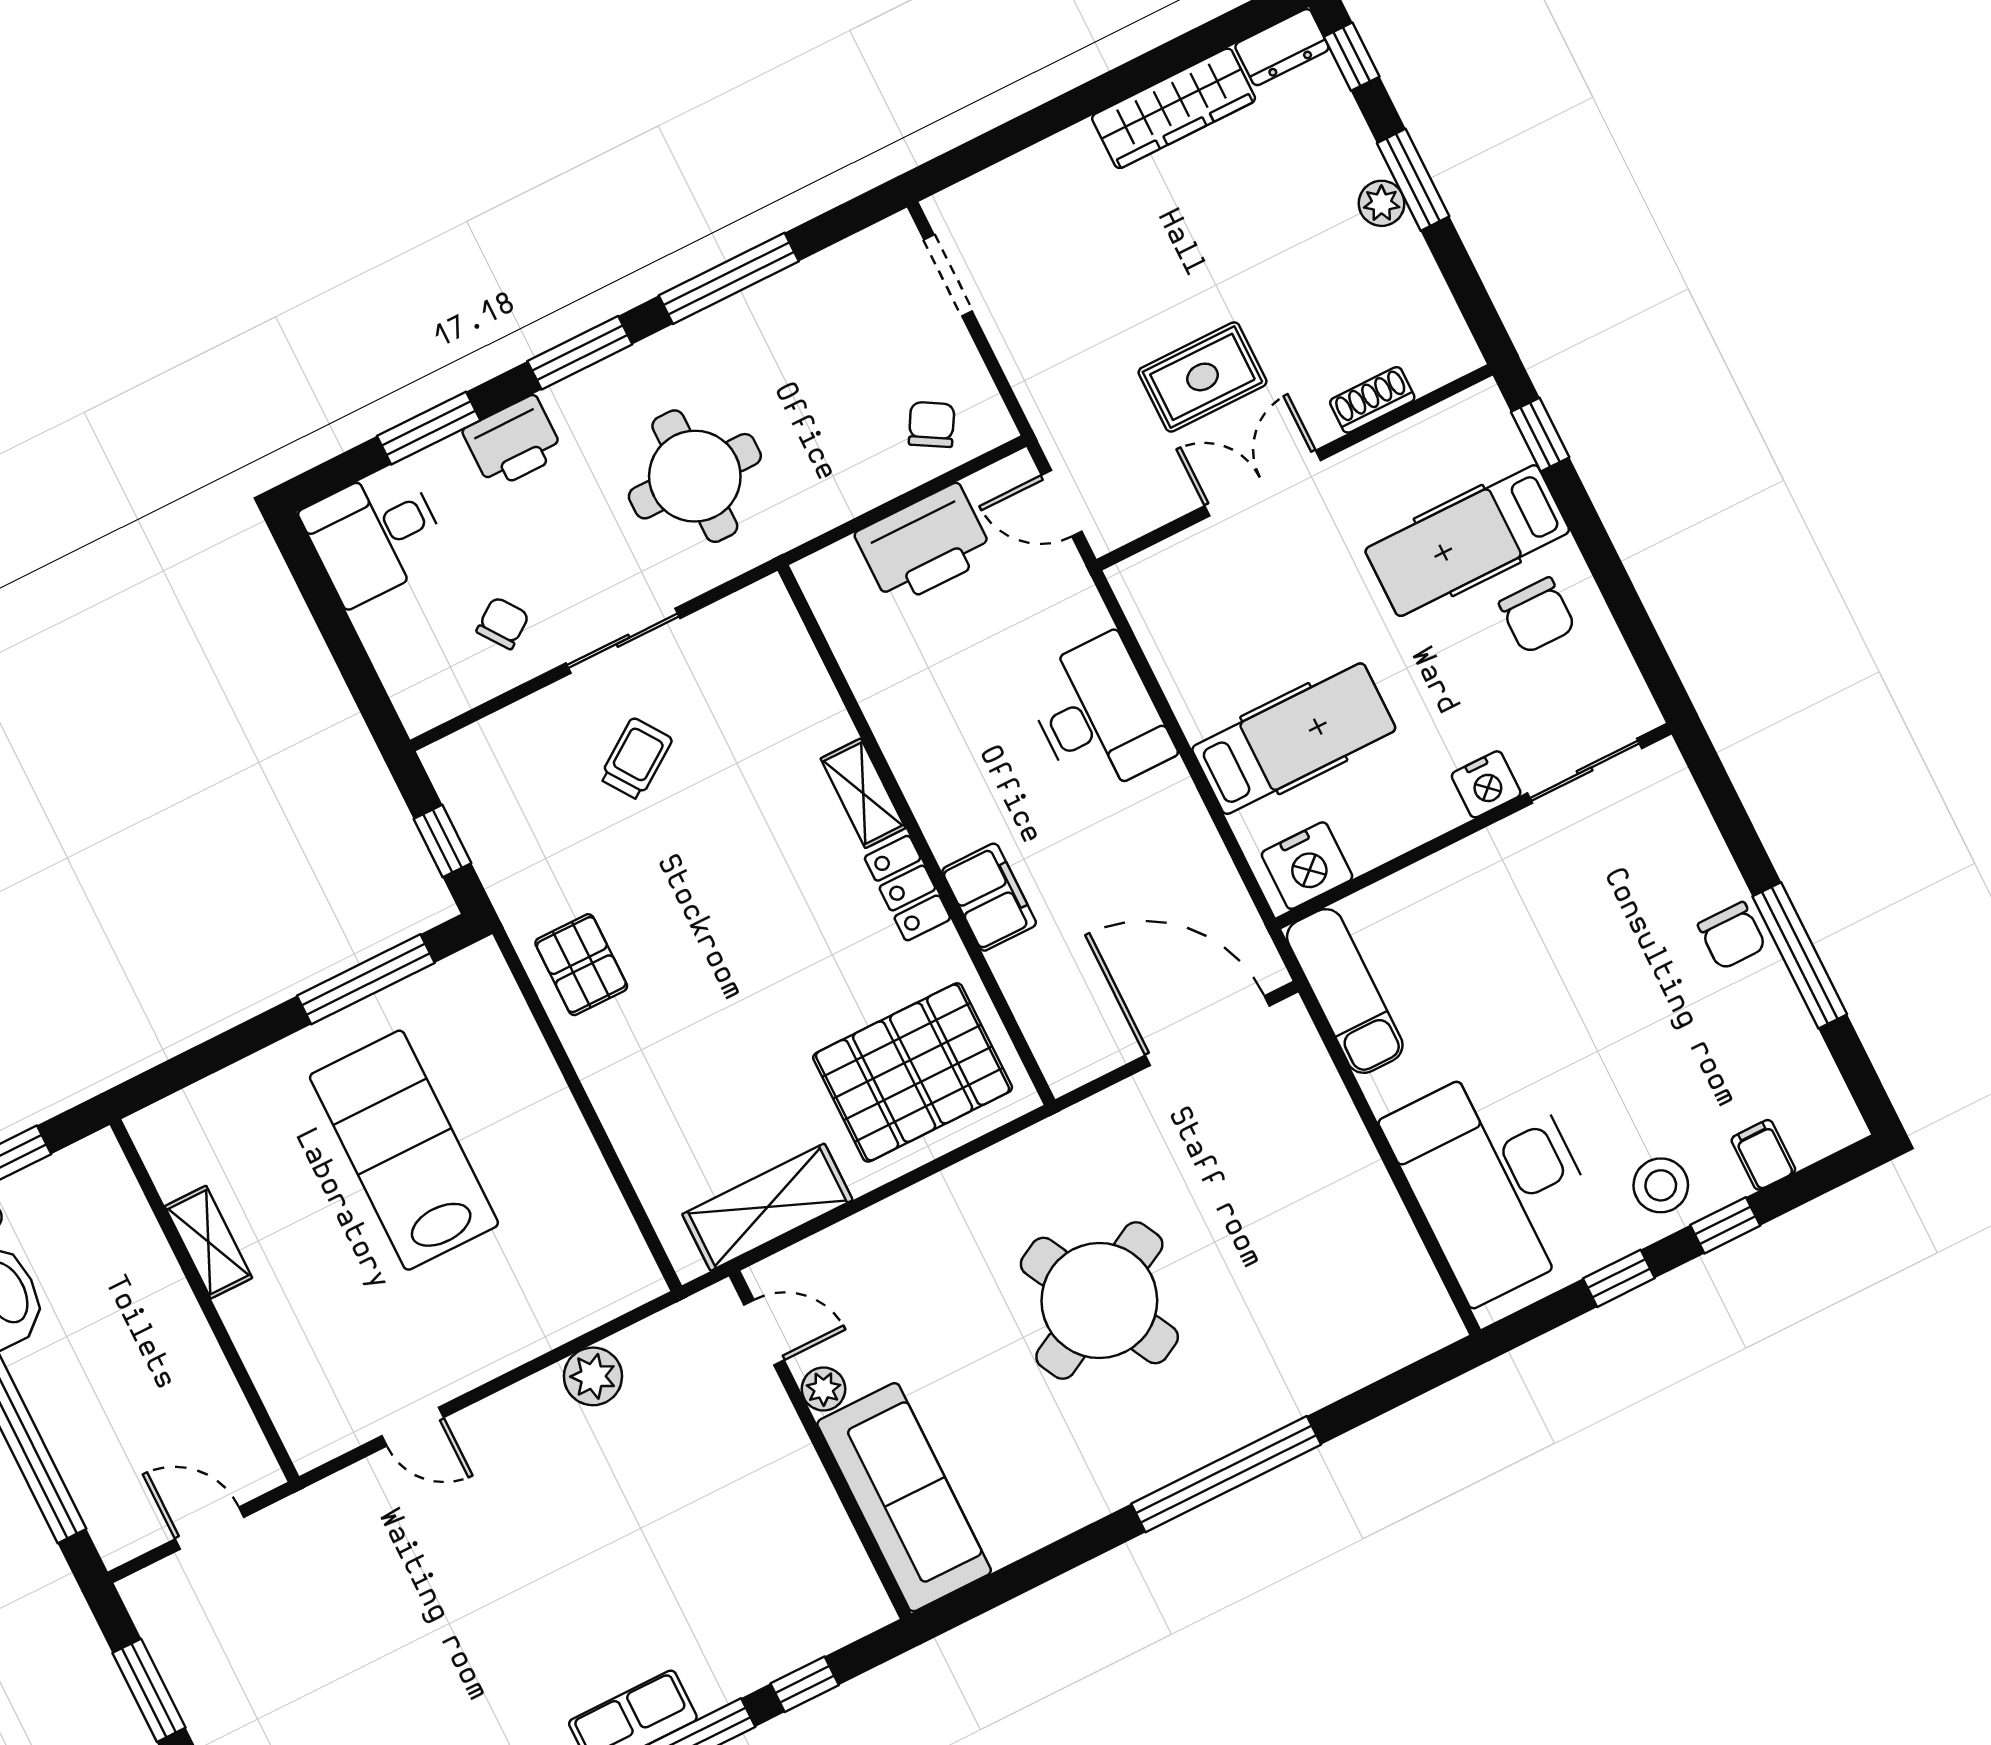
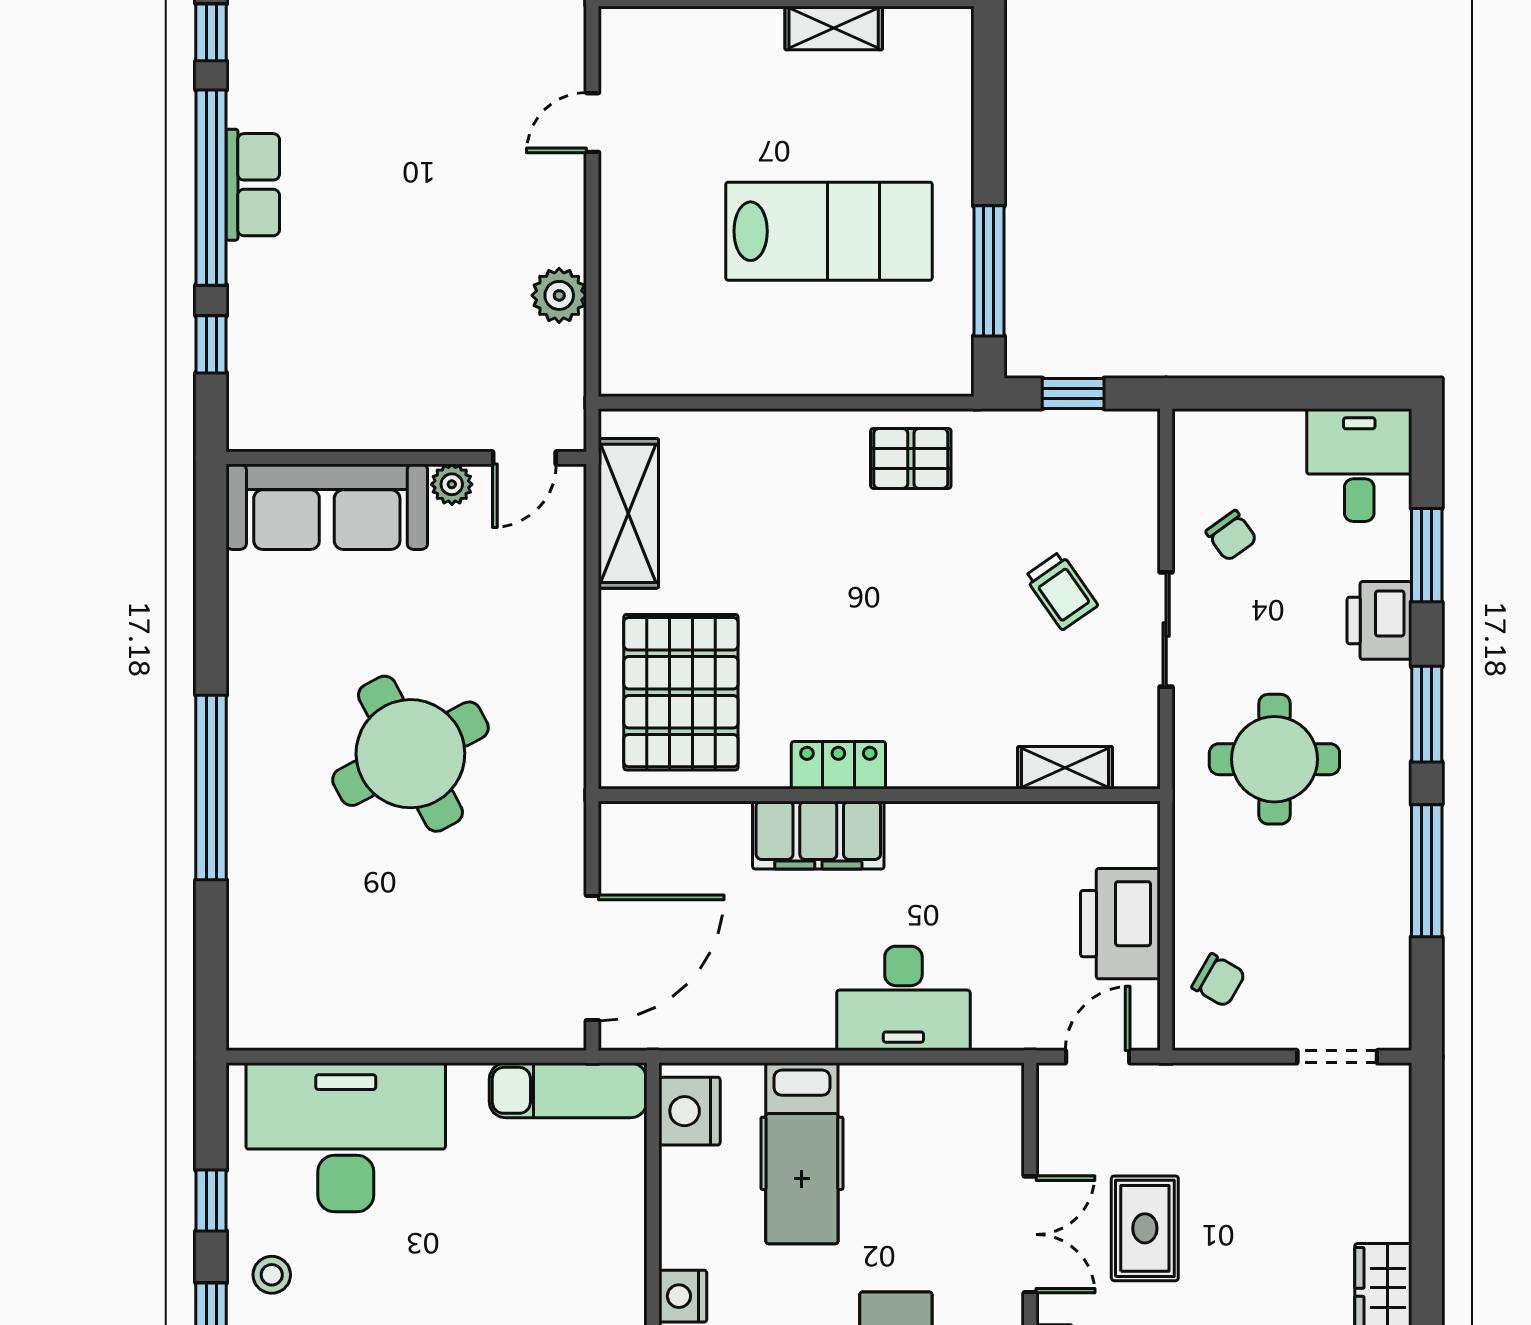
shelving: (863, 793) -> (1065, 768), moved
filing cabinet: (989, 897) -> (818, 835), width x1.50, depth x1.17
stool: (1661, 1185) -> (272, 1275), width x0.73, depth x0.73

